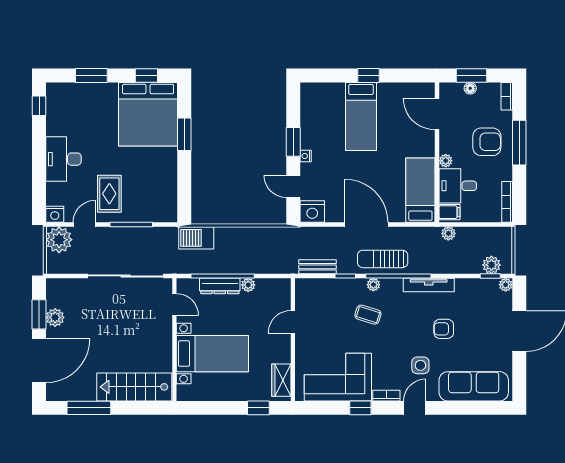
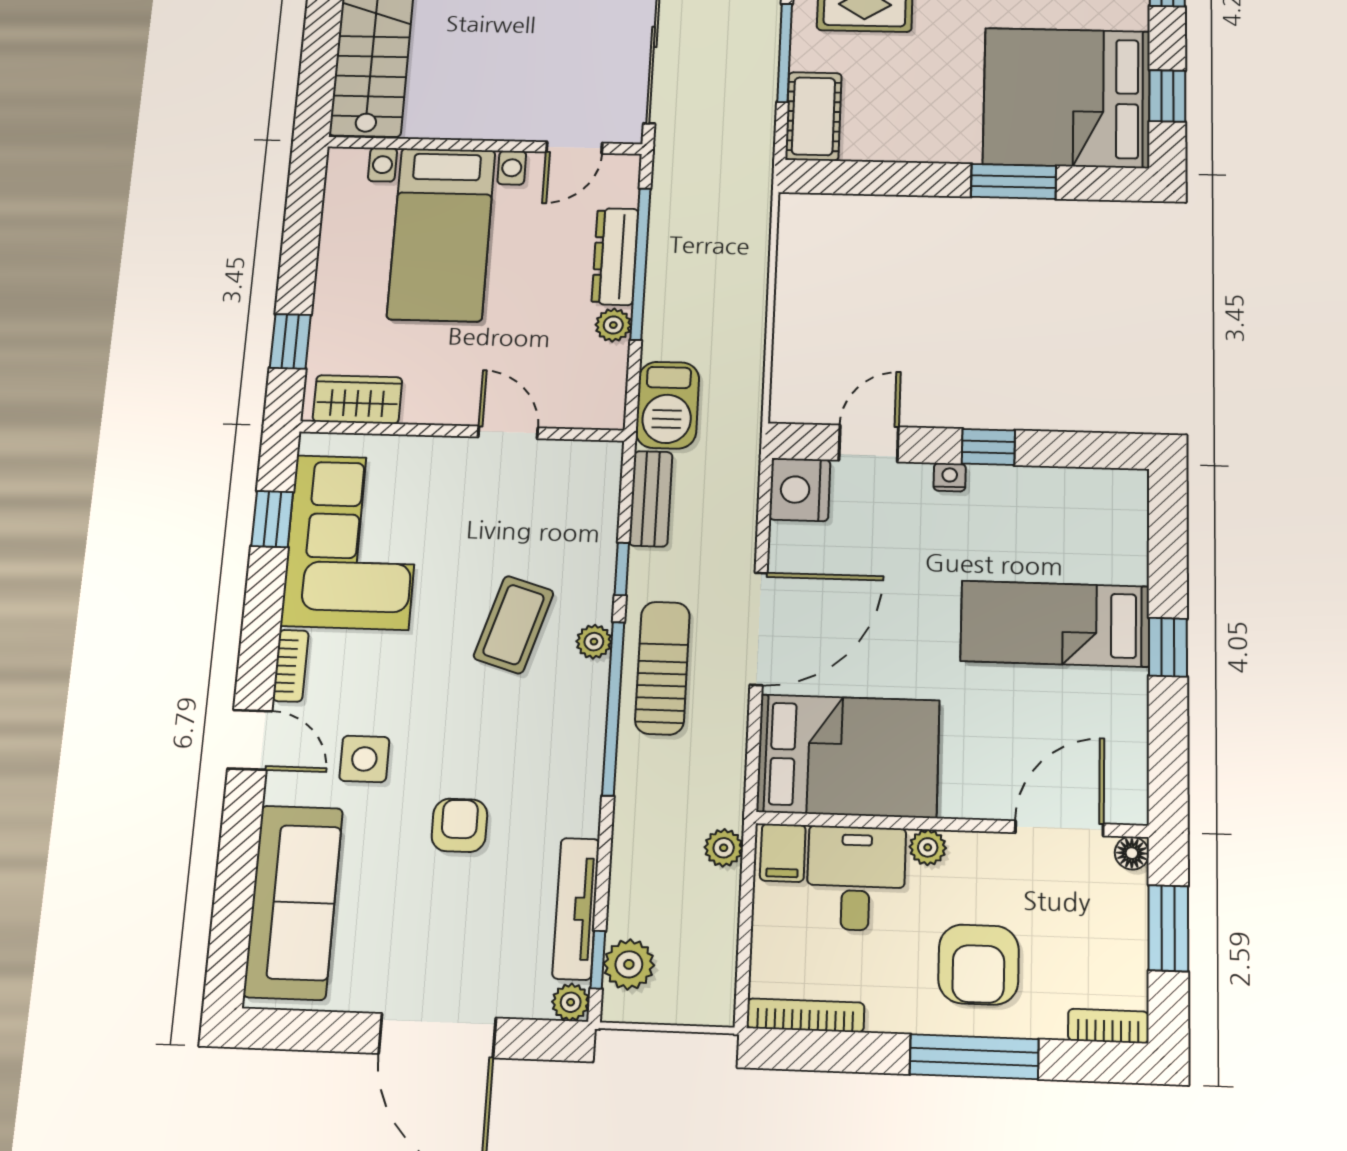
floor lamp: (470, 88) -> (1132, 853), moved
window: (293, 142) -> (988, 447), width x0.67
bed: (420, 190) -> (848, 756), width x1.50
cot: (159, 212) -> (814, 116), added
barbecue: (196, 238) -> (667, 405), moved, turned 180
tv unit: (429, 285) -> (576, 909), moved
coffee table: (368, 315) -> (514, 625), width x1.36, depth x1.30
window: (360, 408) -> (272, 519), moved

